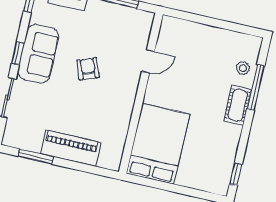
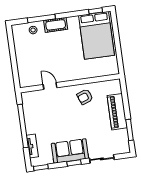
armchair: (88, 69) -> (85, 97), moved
bed: (158, 144) -> (96, 35), moved, turned -90

